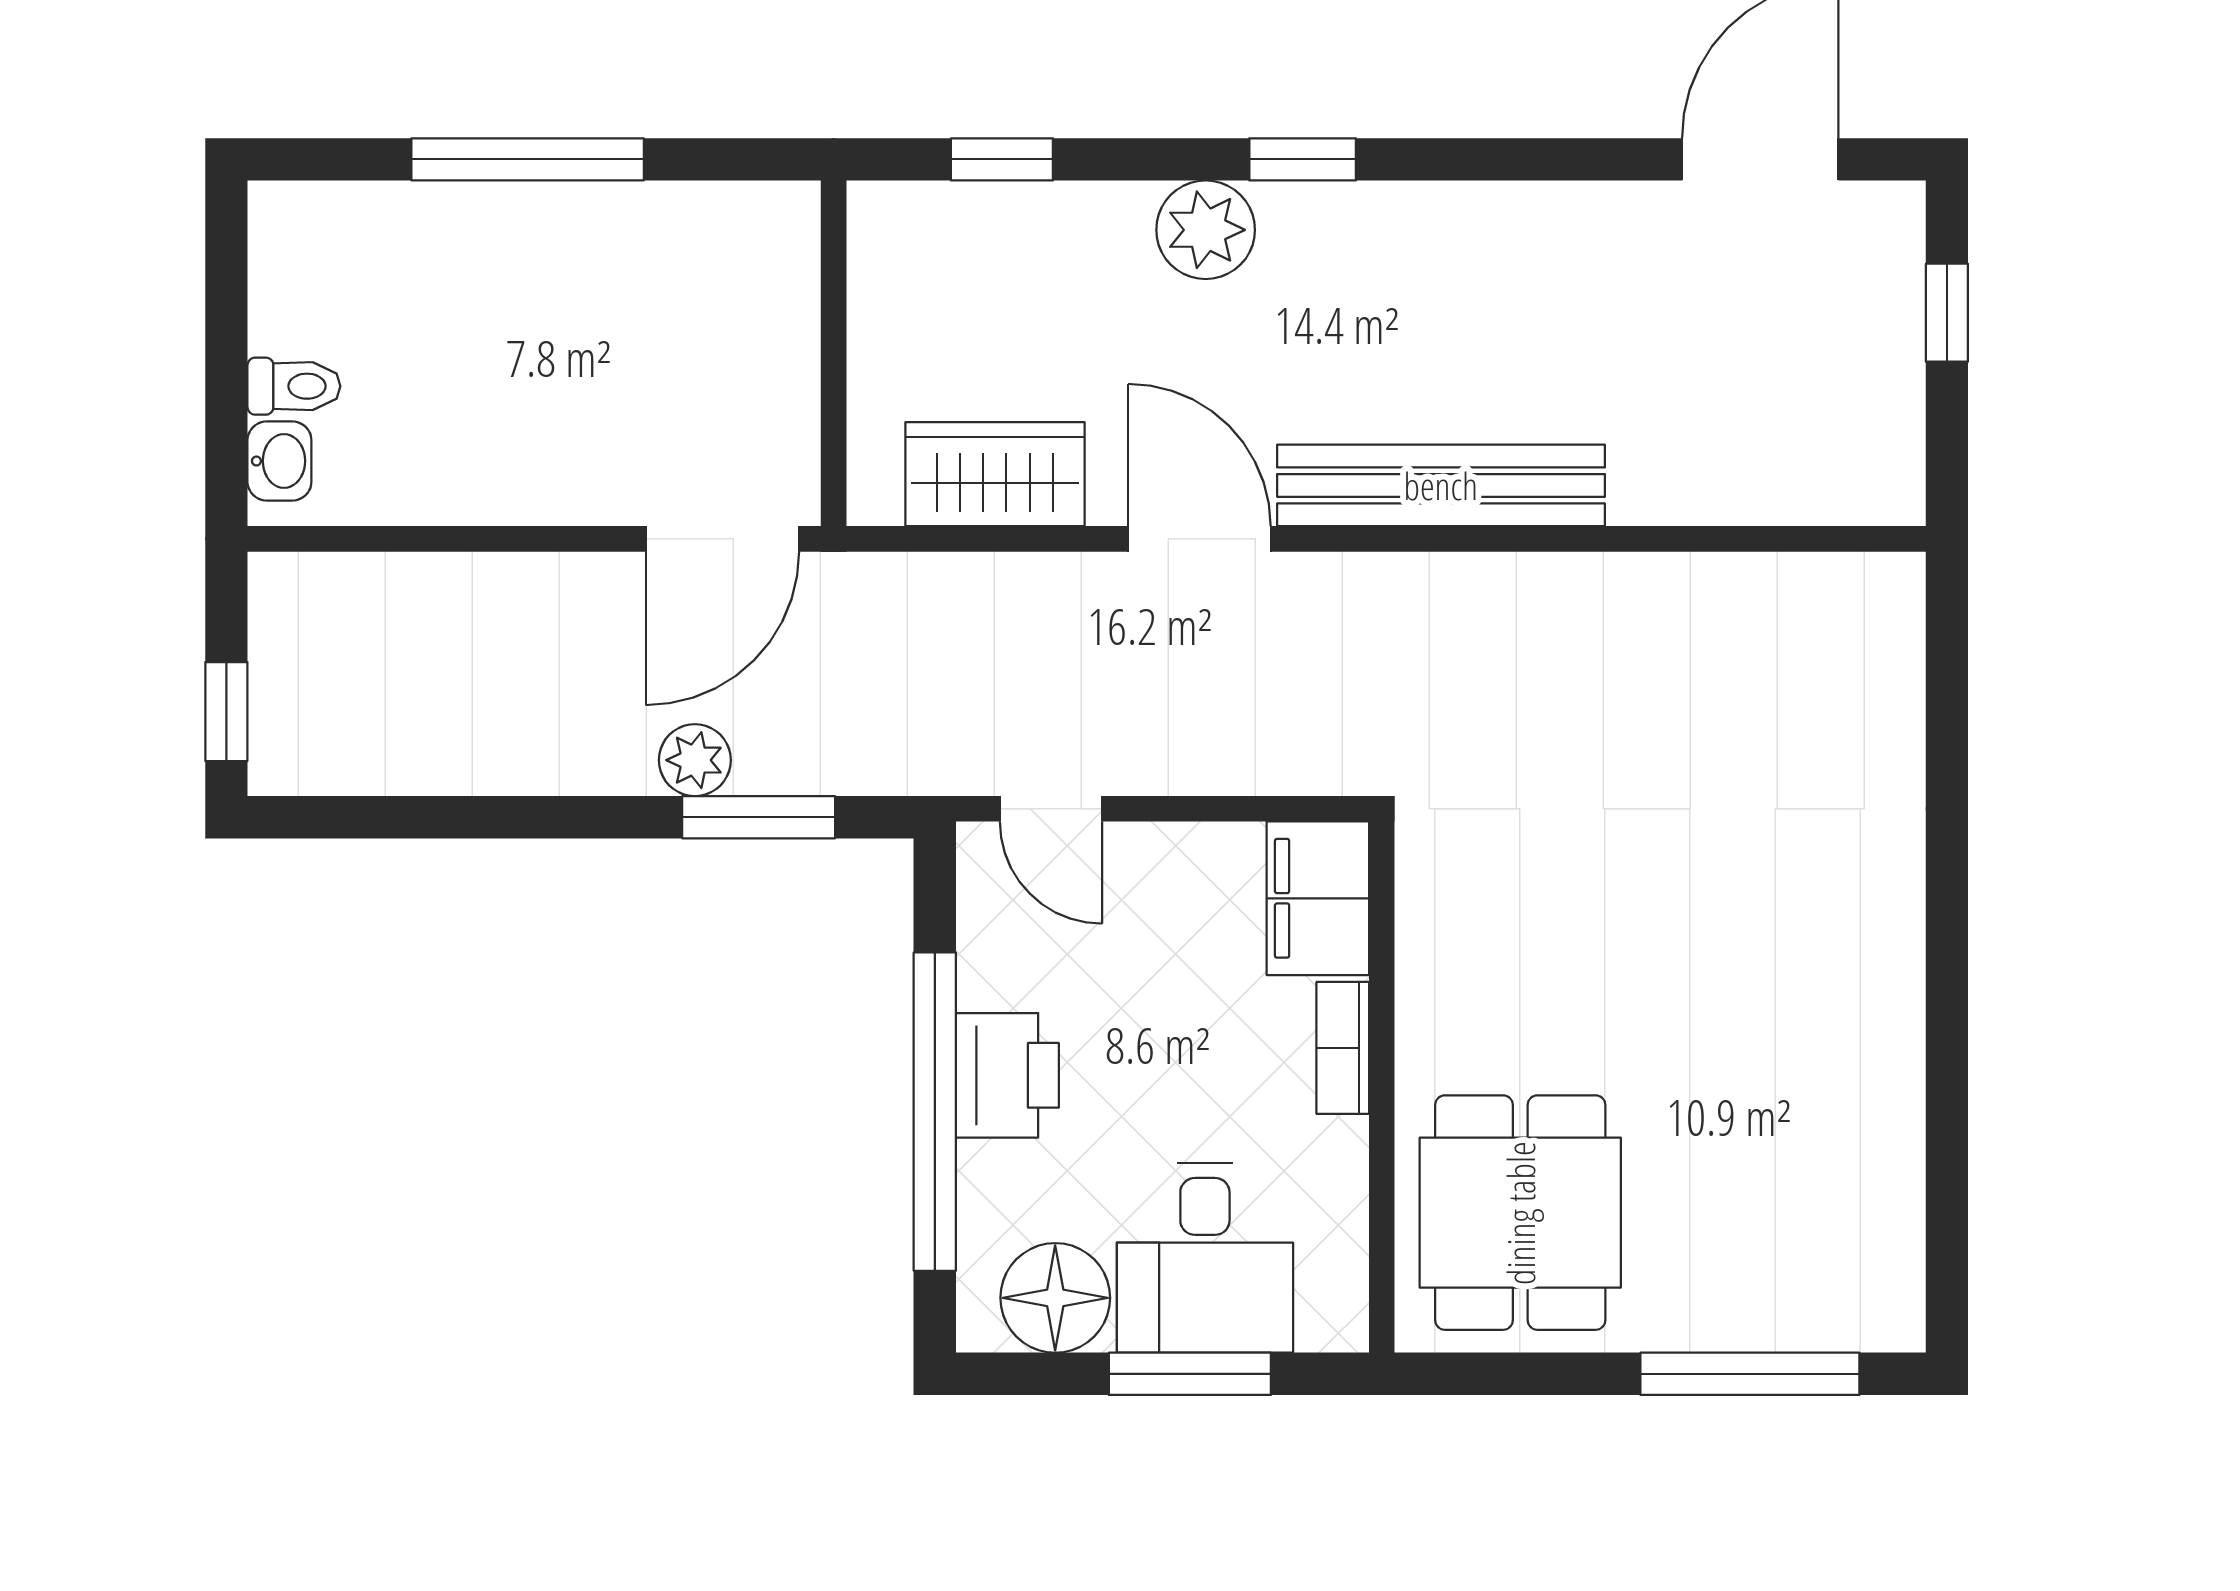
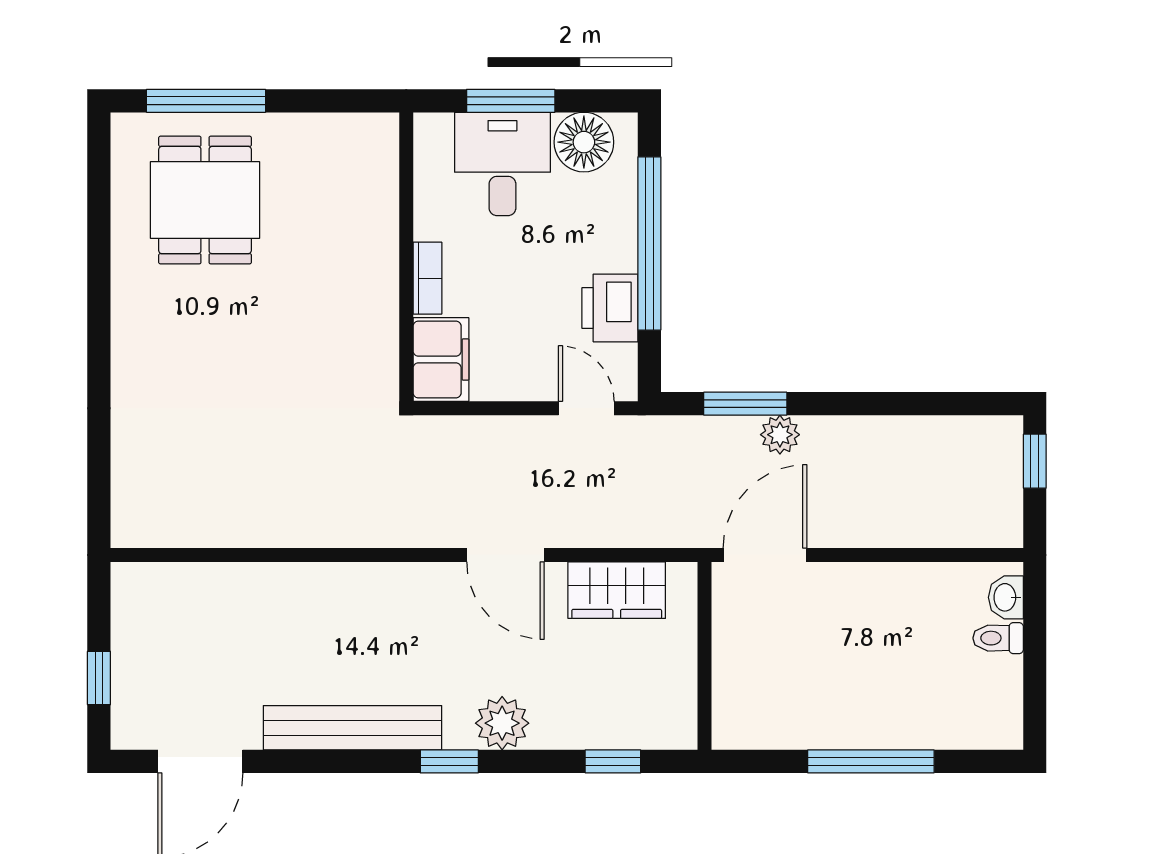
bench: (1441, 485) -> (353, 728), moved
printer: (1007, 1075) -> (610, 308), moved
dining table: (1520, 1213) -> (205, 200), moved

